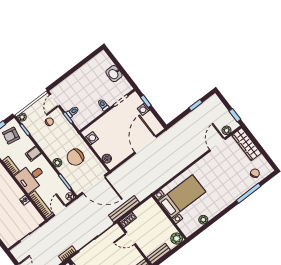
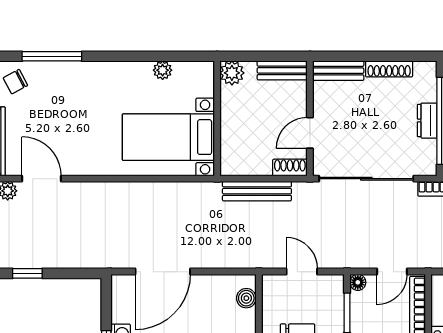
door: (217, 145) -> (41, 179), swing flipped
door: (94, 184) -> (302, 272), width x0.53
bench: (124, 209) -> (257, 191), moved
door: (130, 238) -> (310, 133), swing flipped

